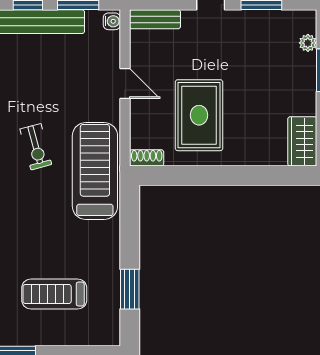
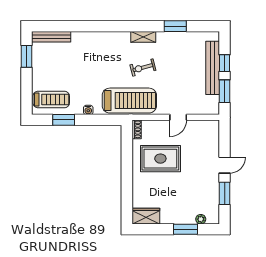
bench: (155, 19) -> (214, 134), removed
water cooler: (112, 21) -> (88, 110), moved
treadmill: (54, 294) -> (51, 100), moved, turned 90

